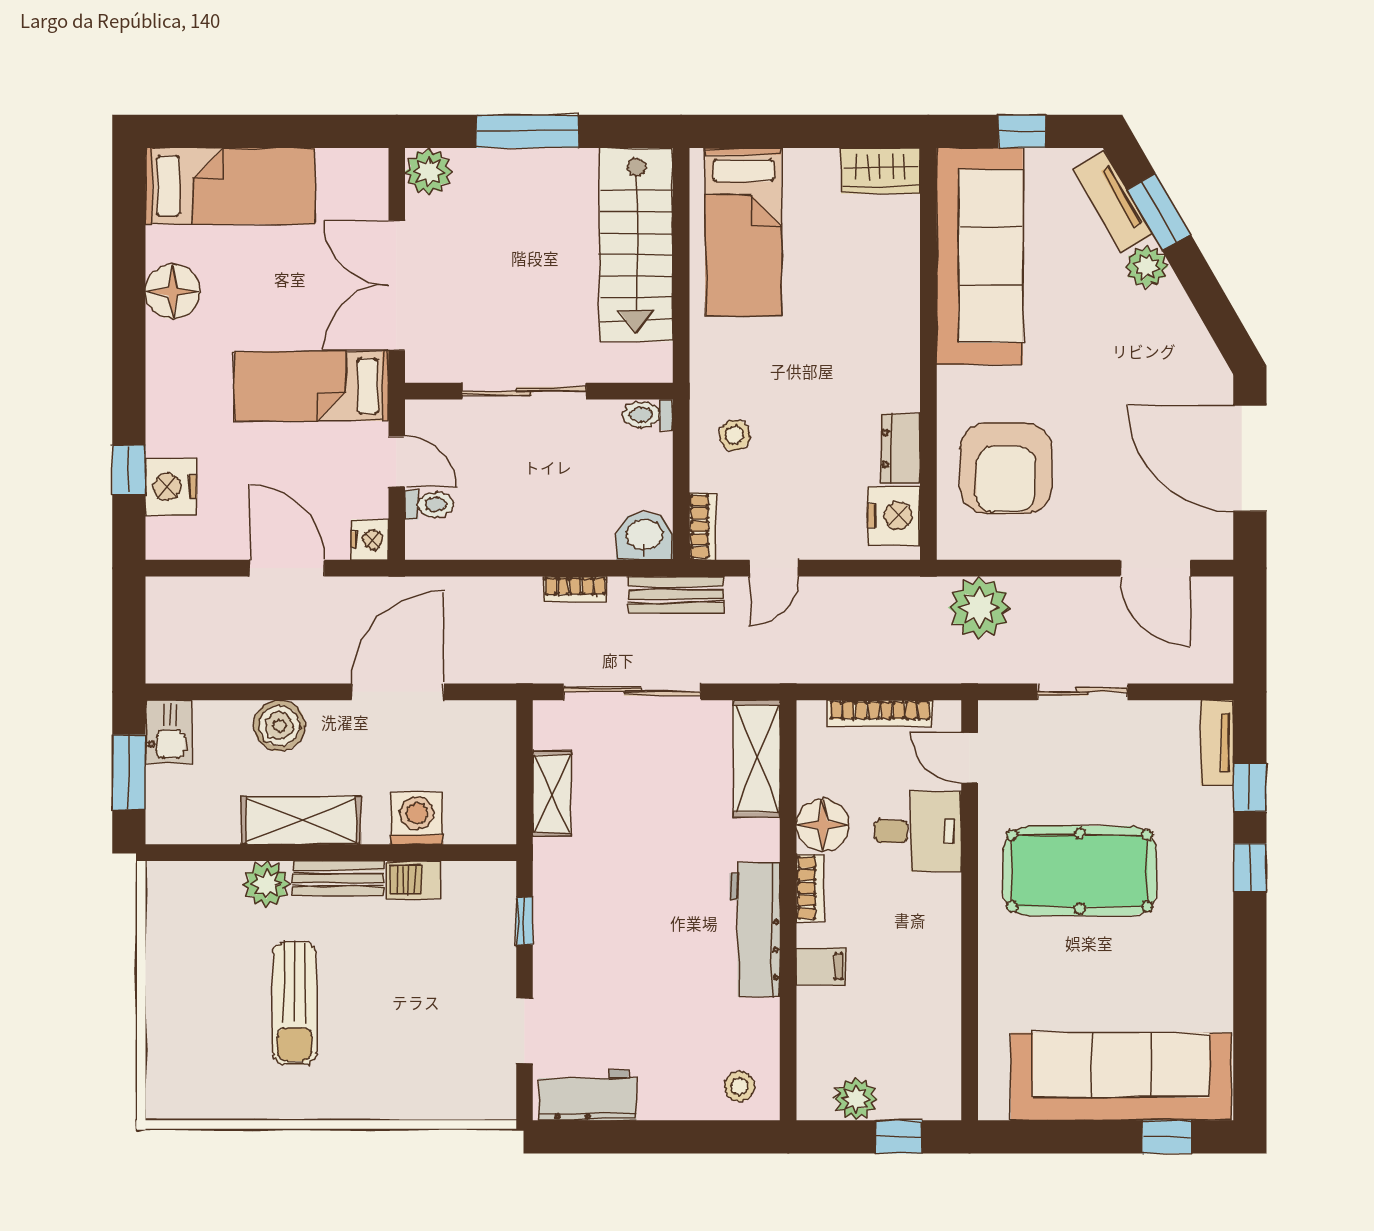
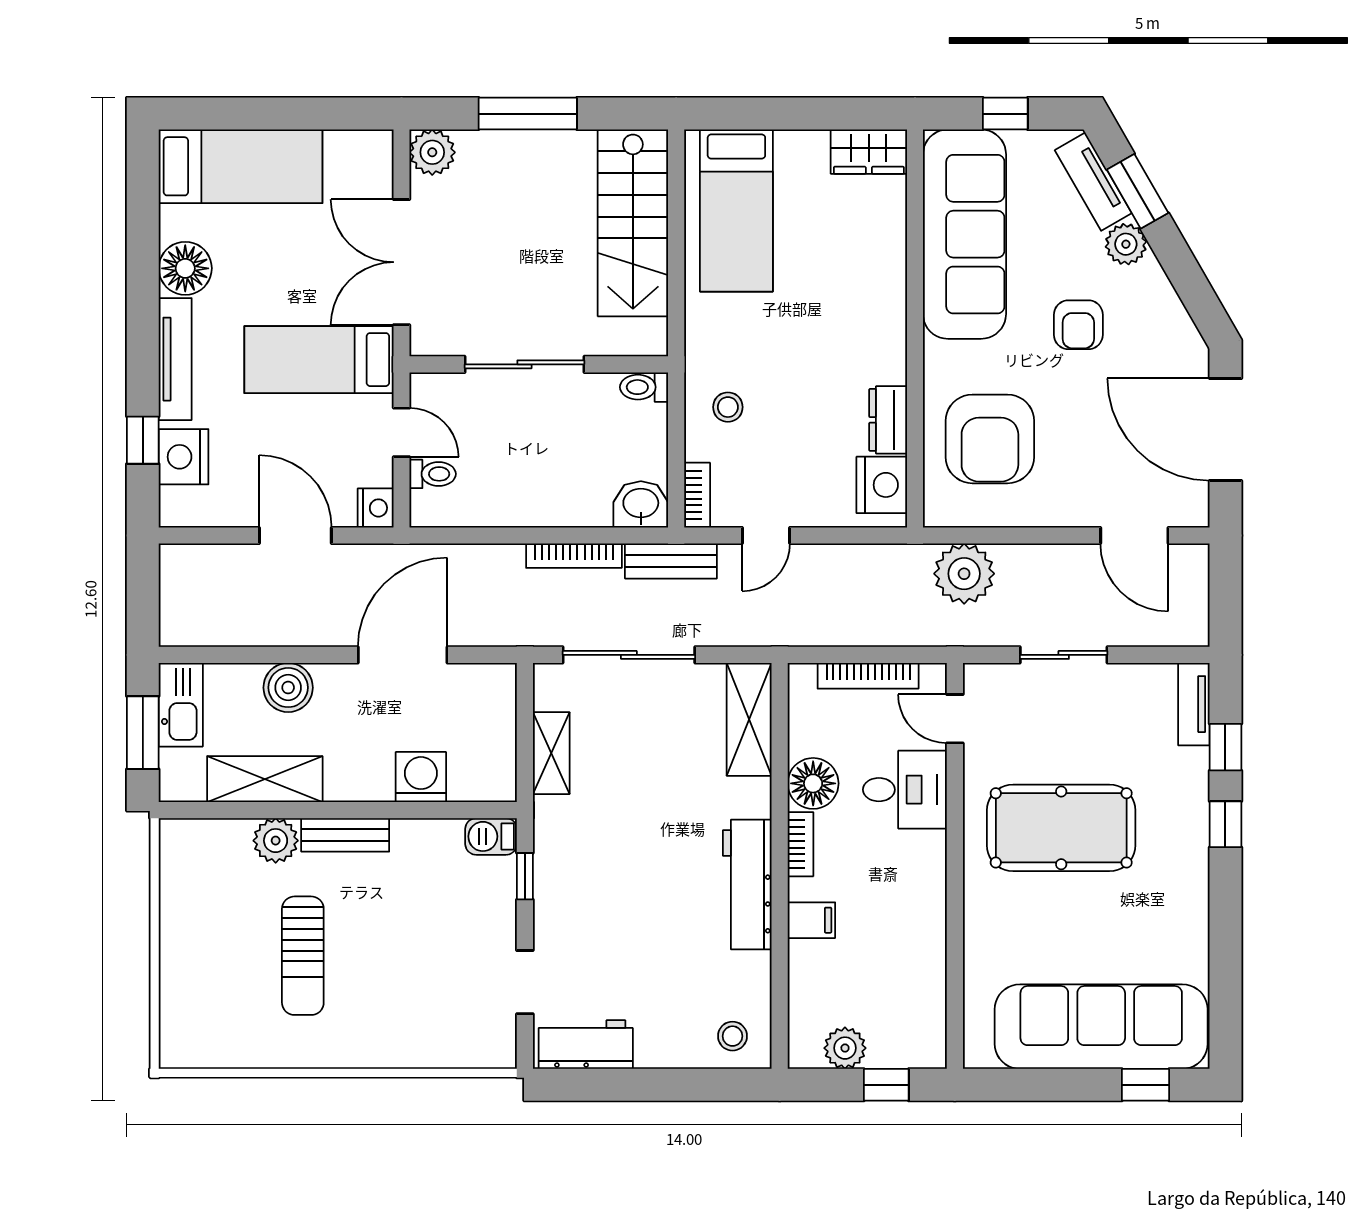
armchair: (1097, 350) -> (1078, 325), added
tv unit: (162, 386) -> (175, 359), added
bookcase: (575, 589) -> (574, 556), width x1.56
kitchen sink: (168, 732) -> (181, 705), width x1.38
shelving: (301, 820) -> (265, 779), moved
barbecue: (414, 880) -> (491, 836), moved

